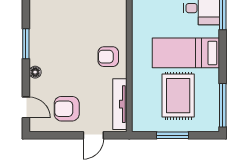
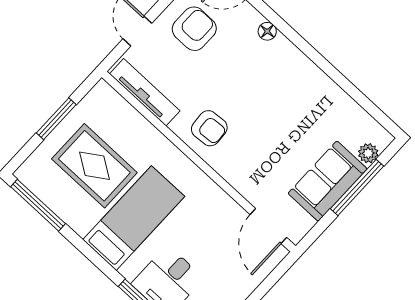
window: (26, 44) -> (308, 50), removed
armchair: (108, 57) -> (209, 128), turned 86

